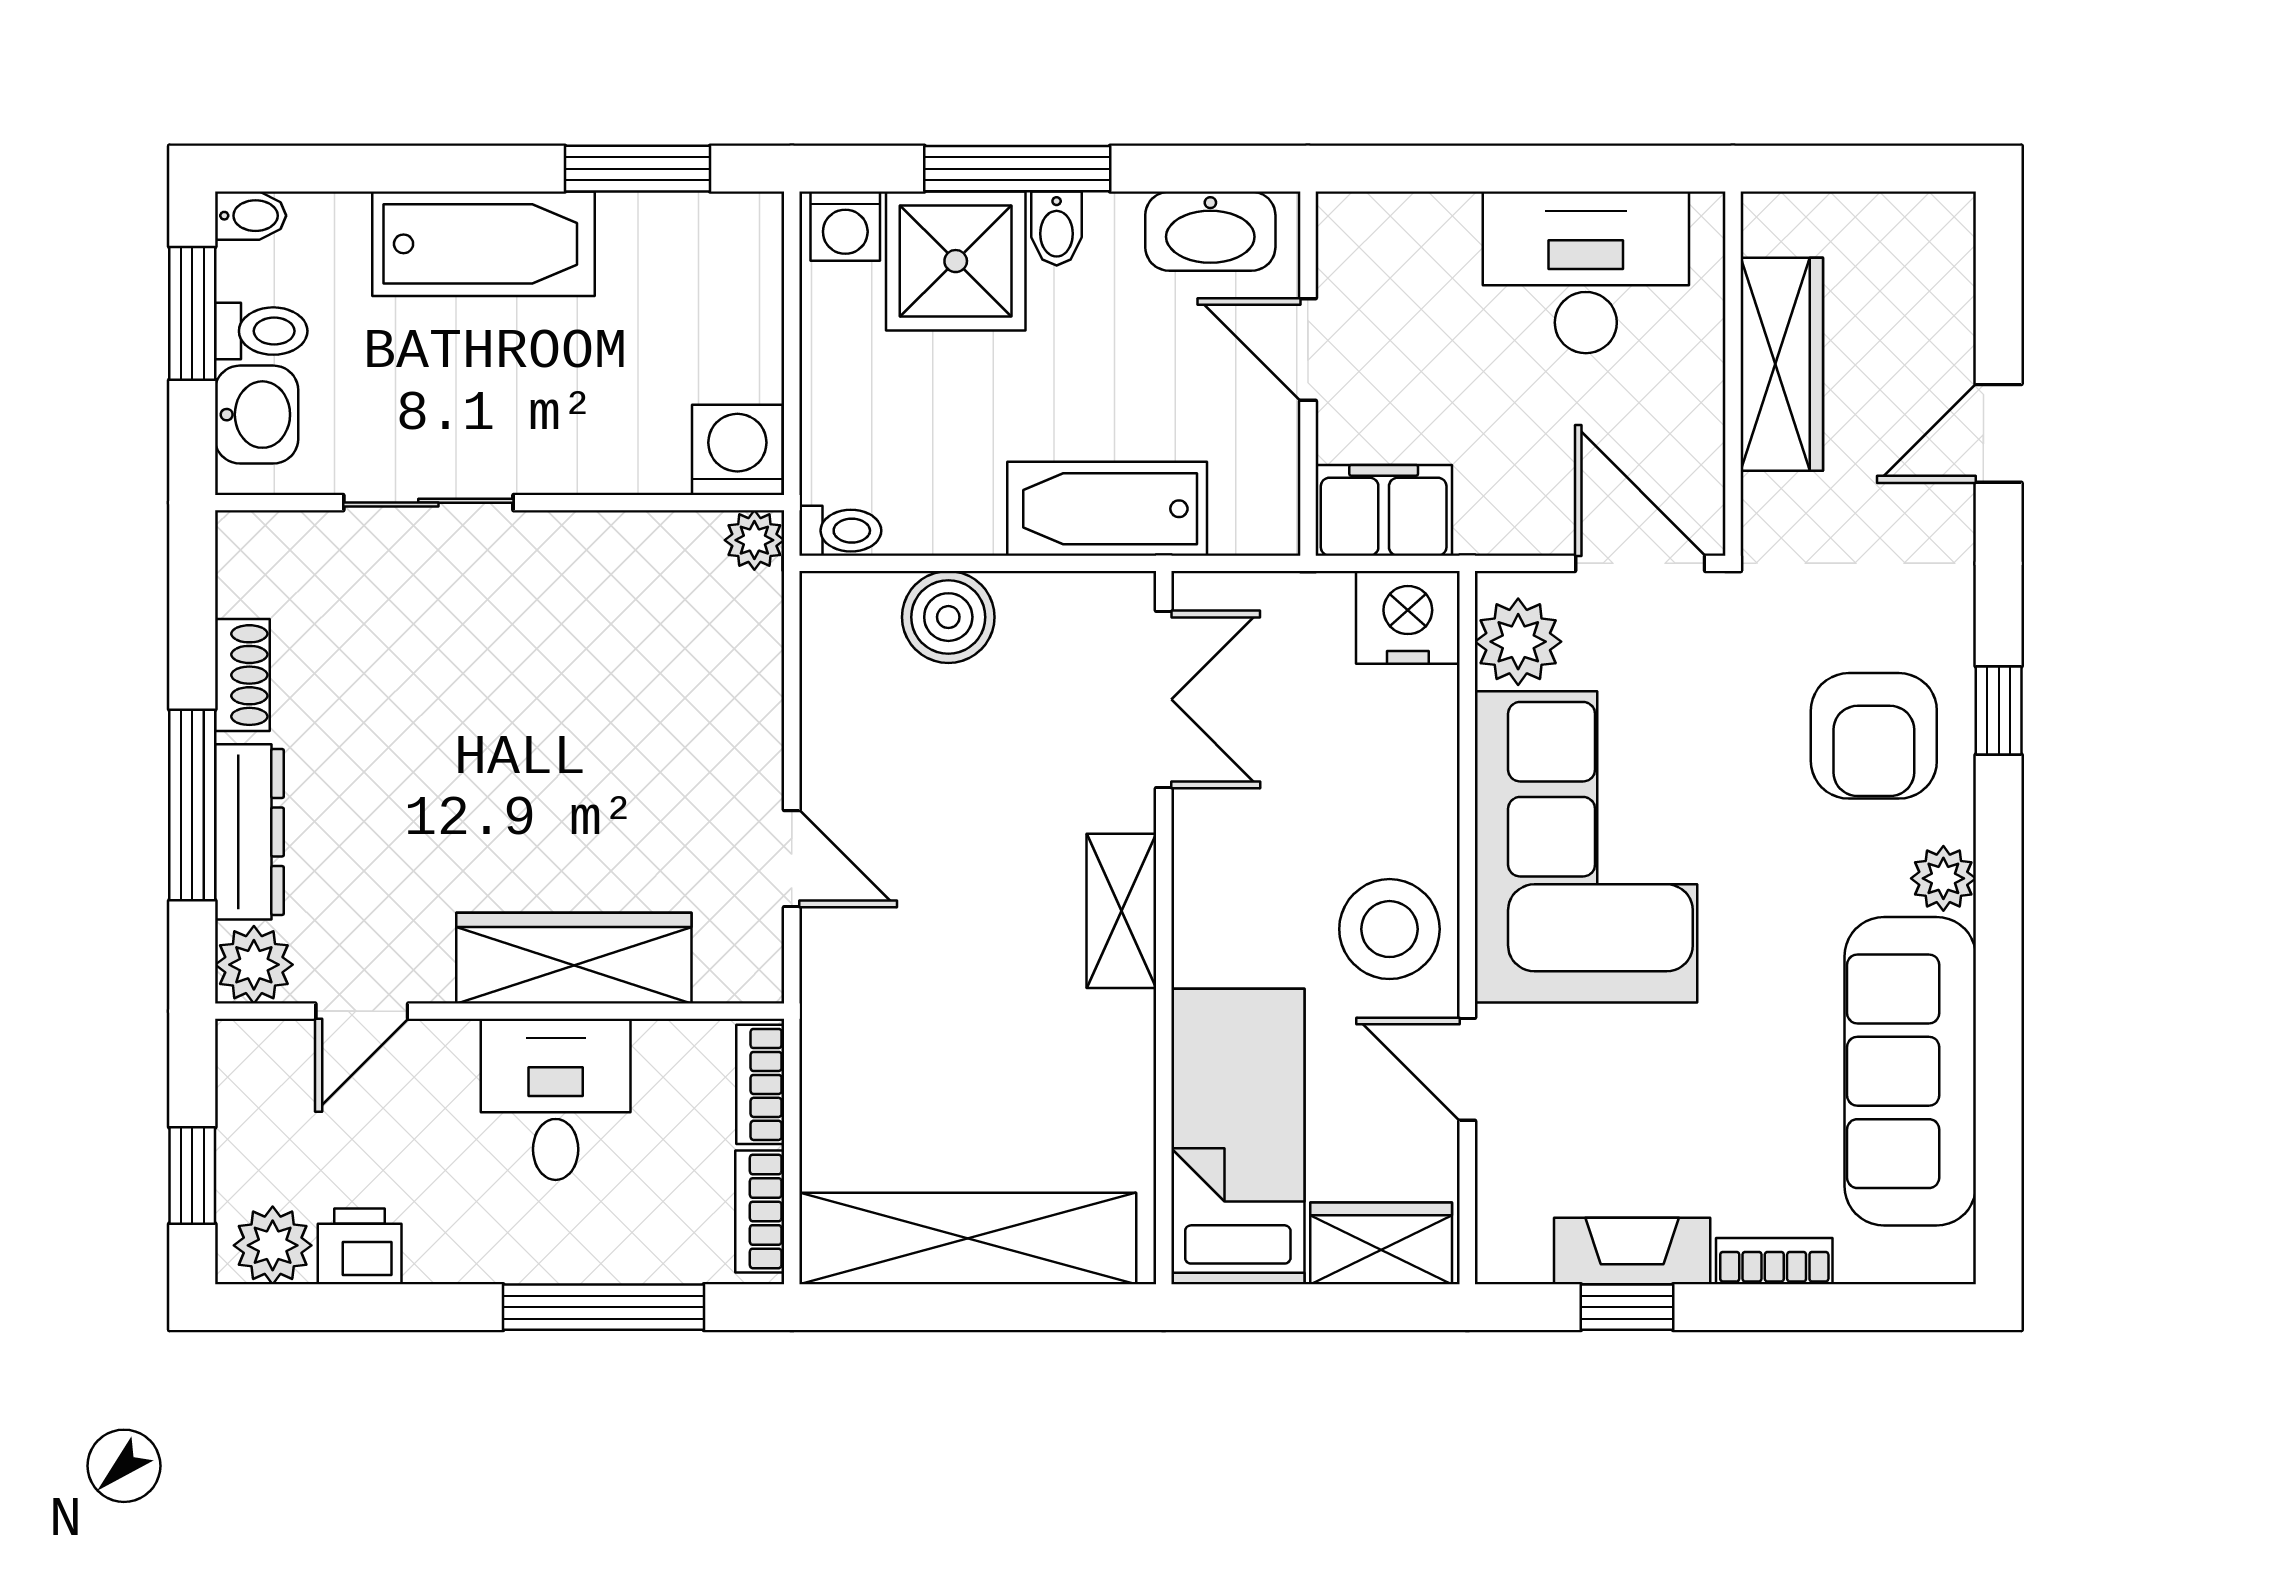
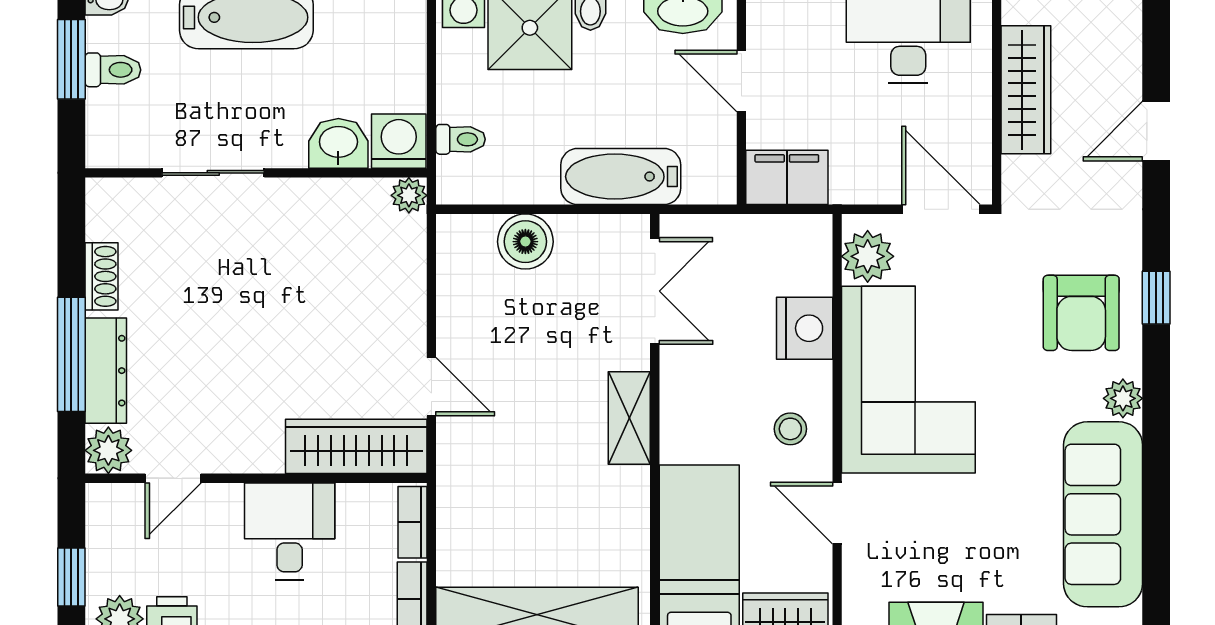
washbasin: (257, 415) -> (338, 143), moved, turned -90
toilet: (840, 531) -> (461, 139), moved
nightstand: (1408, 617) -> (805, 328), moved, turned 90
stool: (1389, 929) -> (790, 429), width x0.53, depth x0.53
wardrobe: (574, 958) -> (356, 446), moved

